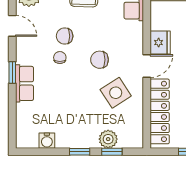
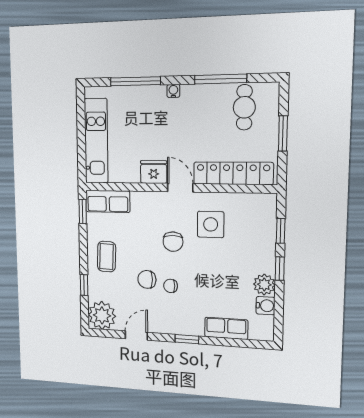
chair: (65, 36) -> (147, 279), turned 90
row of seats: (25, 83) -> (226, 328), moved
side table: (116, 93) -> (211, 224), turned 33
plant: (108, 139) -> (264, 285), moved

